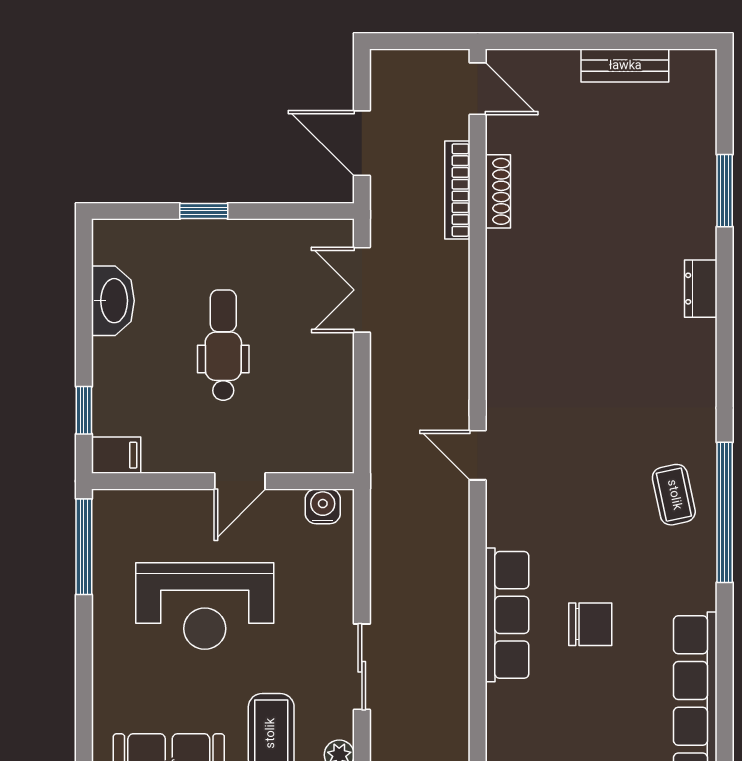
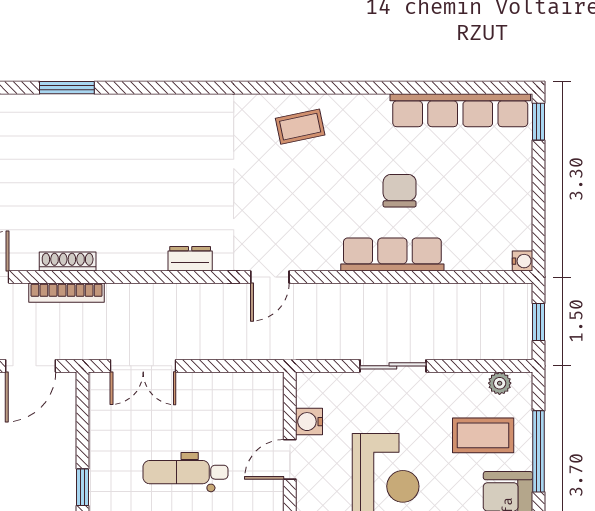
dresser: (701, 289) -> (190, 259), moved, turned 180
door: (240, 481) -> (290, 459), swing flipped
water cooler: (323, 506) -> (309, 422), moved
window: (725, 512) -> (314, 88), removed
sliding door: (362, 667) -> (393, 366), moved

